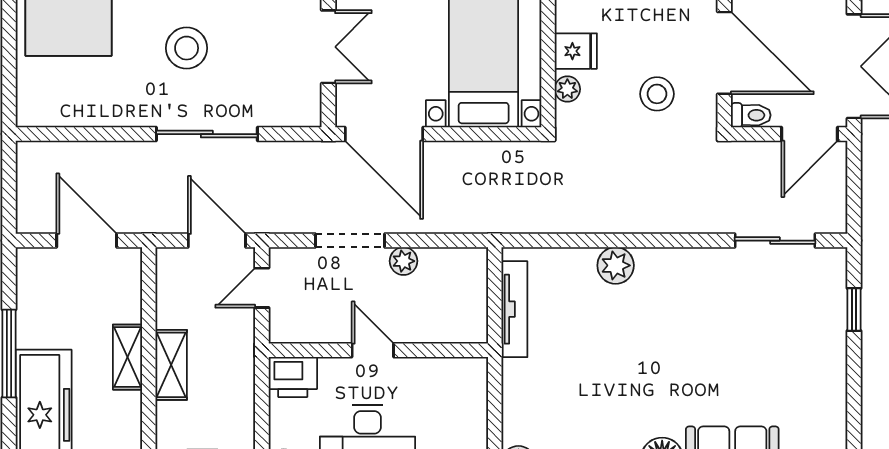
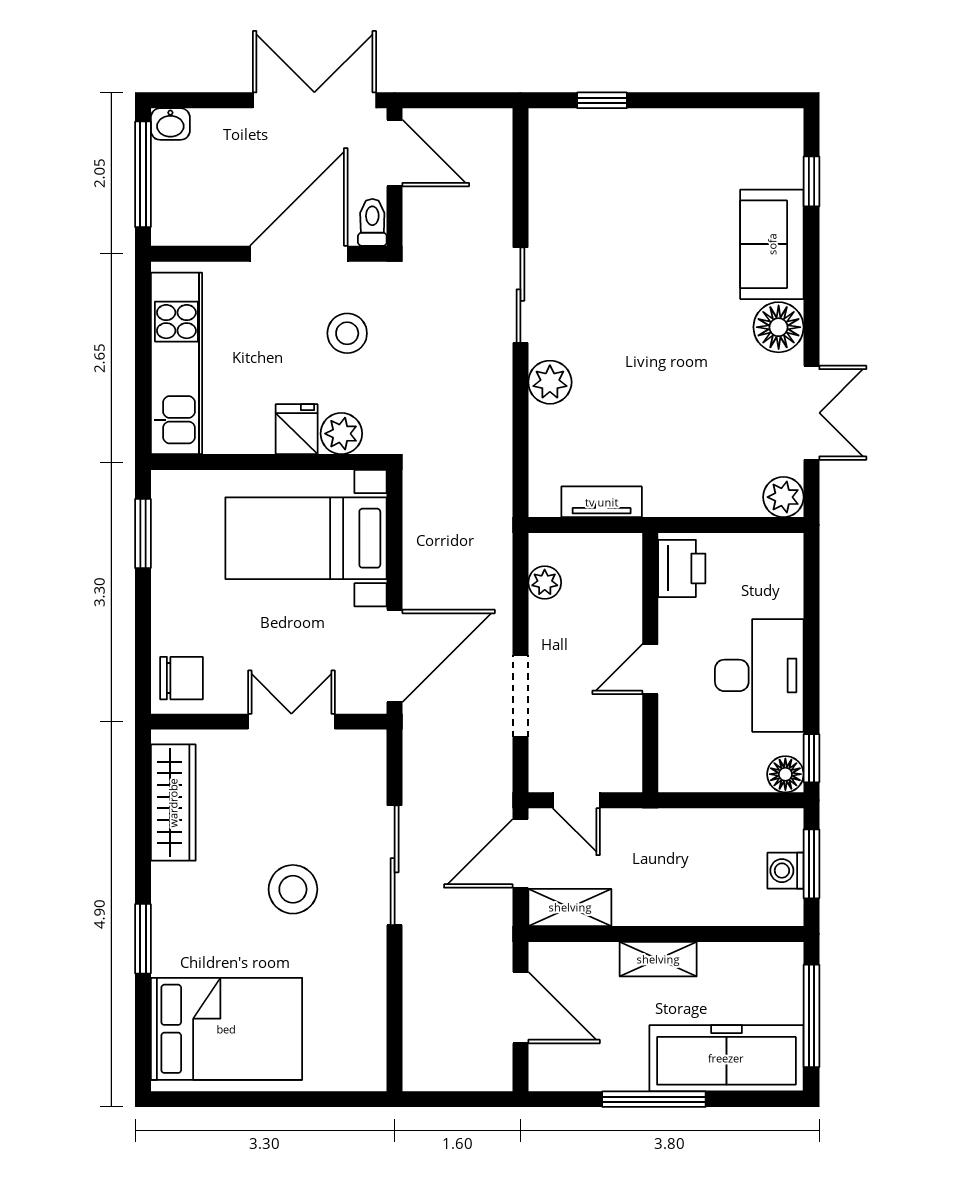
plant: (567, 89) -> (341, 434), width x1.38, depth x1.38
door: (87, 241) -> (520, 1008), swing flipped
sliding door: (775, 241) -> (520, 295), moved
plant: (403, 261) -> (545, 583), moved
tv unit: (514, 309) -> (602, 502), width x0.71
shelving: (171, 365) -> (570, 907), moved
printer: (293, 377) -> (682, 568), moved

